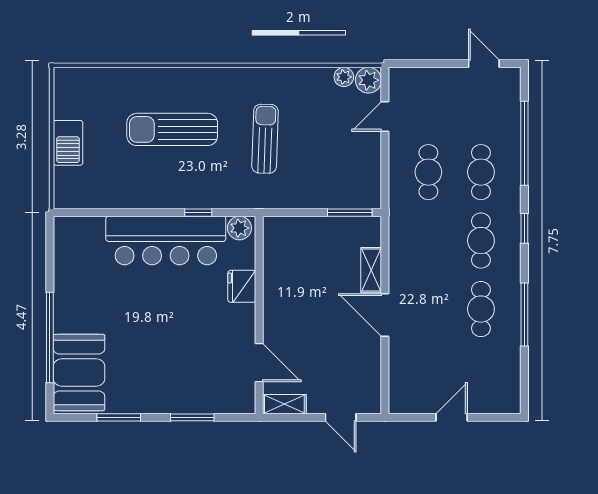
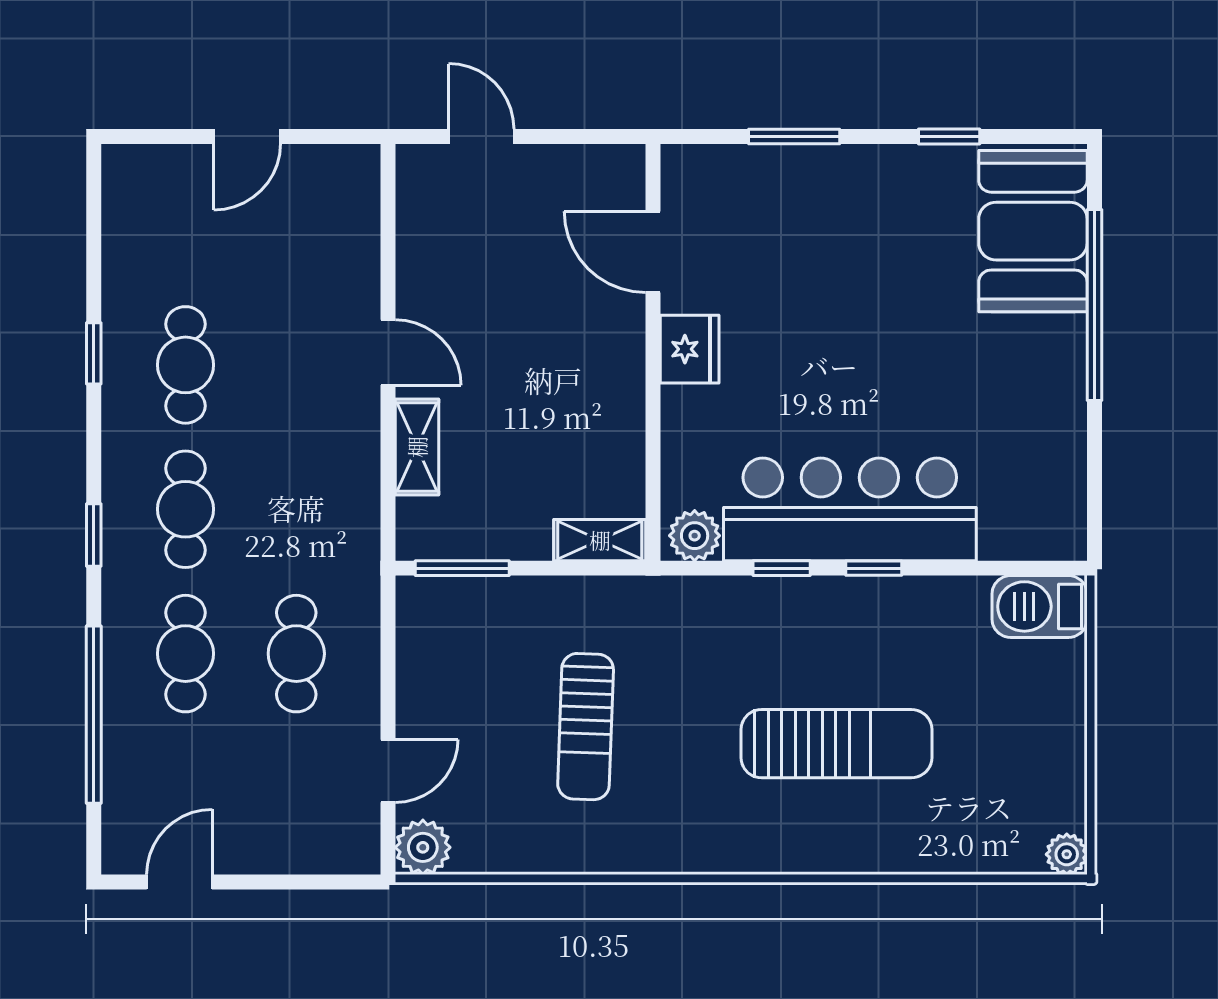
door: (484, 64) -> (179, 882), swing flipped
plant: (344, 77) -> (1067, 854), moved
sun lounger: (265, 139) -> (586, 727), moved
barbecue: (68, 143) -> (1040, 606), moved, turned -90
window: (155, 213) -> (874, 568), added
fridge: (242, 286) -> (690, 349), moved
door: (385, 315) -> (388, 352), width x0.73
window: (524, 315) -> (94, 353), width x0.46
shelving: (284, 404) -> (600, 540), moved
window: (119, 417) -> (949, 136), width x0.67

